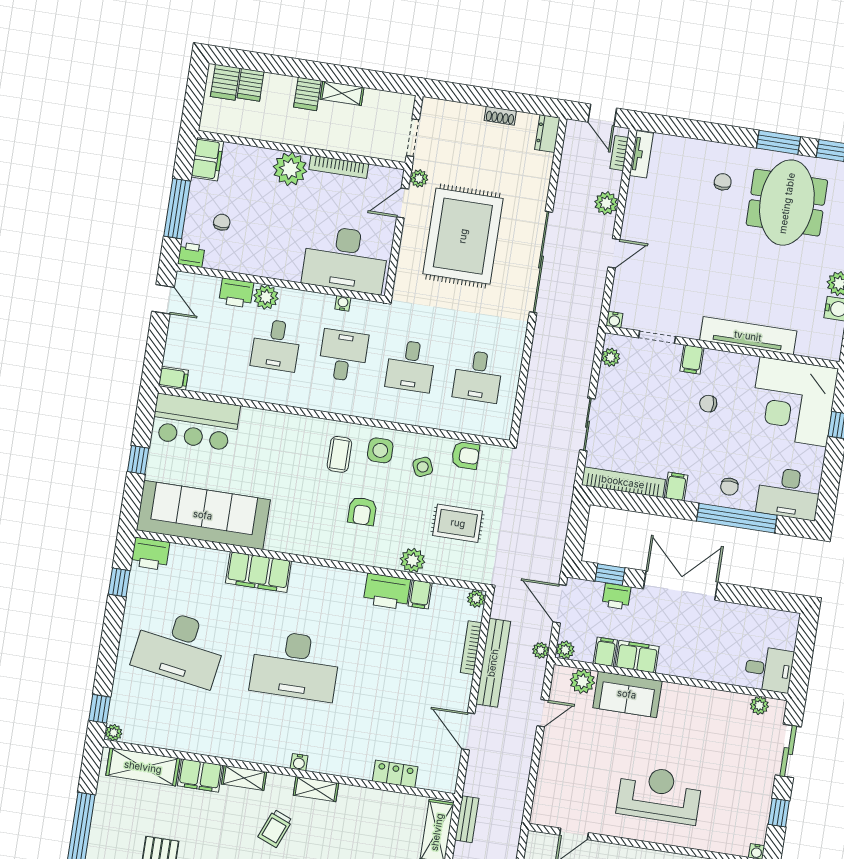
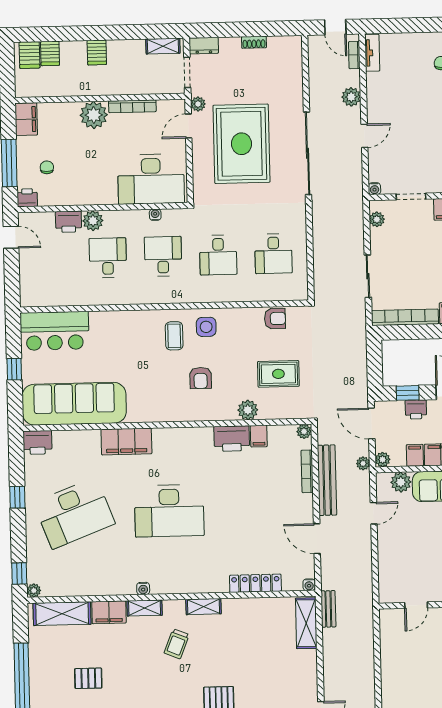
shelving: (342, 93) -> (163, 46), moved
dresser: (547, 134) -> (204, 46), moved, turned -90
desk: (276, 345) -> (108, 258), turned 180
filing cabinet: (173, 378) -> (31, 299), removed
side table: (423, 467) -> (242, 334), removed
window: (119, 582) -> (17, 497), moved
desk: (180, 648) -> (74, 513), turned -30
water cooler: (299, 762) -> (143, 589), moved
locker: (395, 774) -> (255, 583), width x1.53
water cooler: (449, 786) -> (309, 585), added

